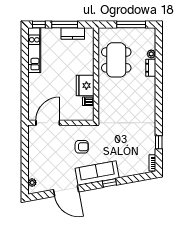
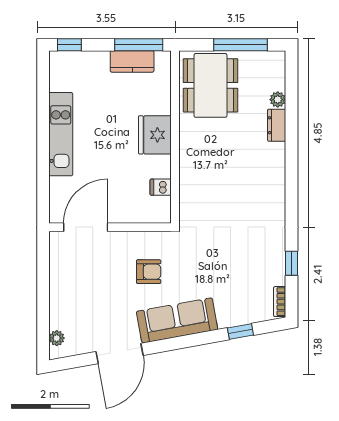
window: (65, 24) -> (139, 45), moved
kitchen unit: (34, 50) -> (61, 134), moved
dining table: (116, 60) -> (210, 85), moved
fridge: (85, 86) -> (155, 135), moved
window: (109, 183) -> (240, 331), moved
door: (66, 191) -> (120, 353), hinge flipped

